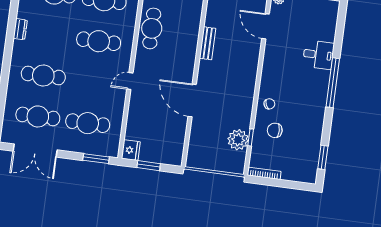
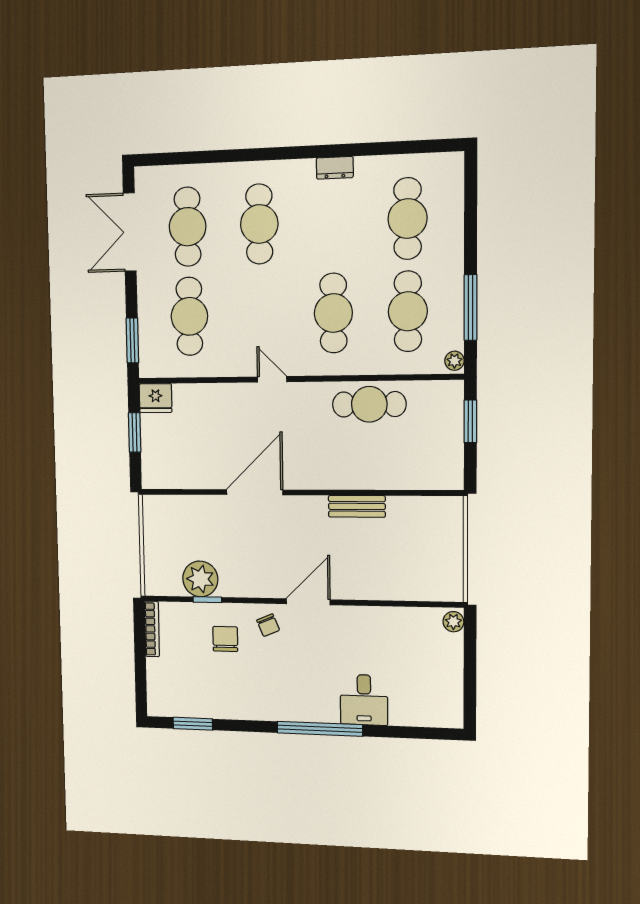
door: (265, 26) -> (308, 602), moved

